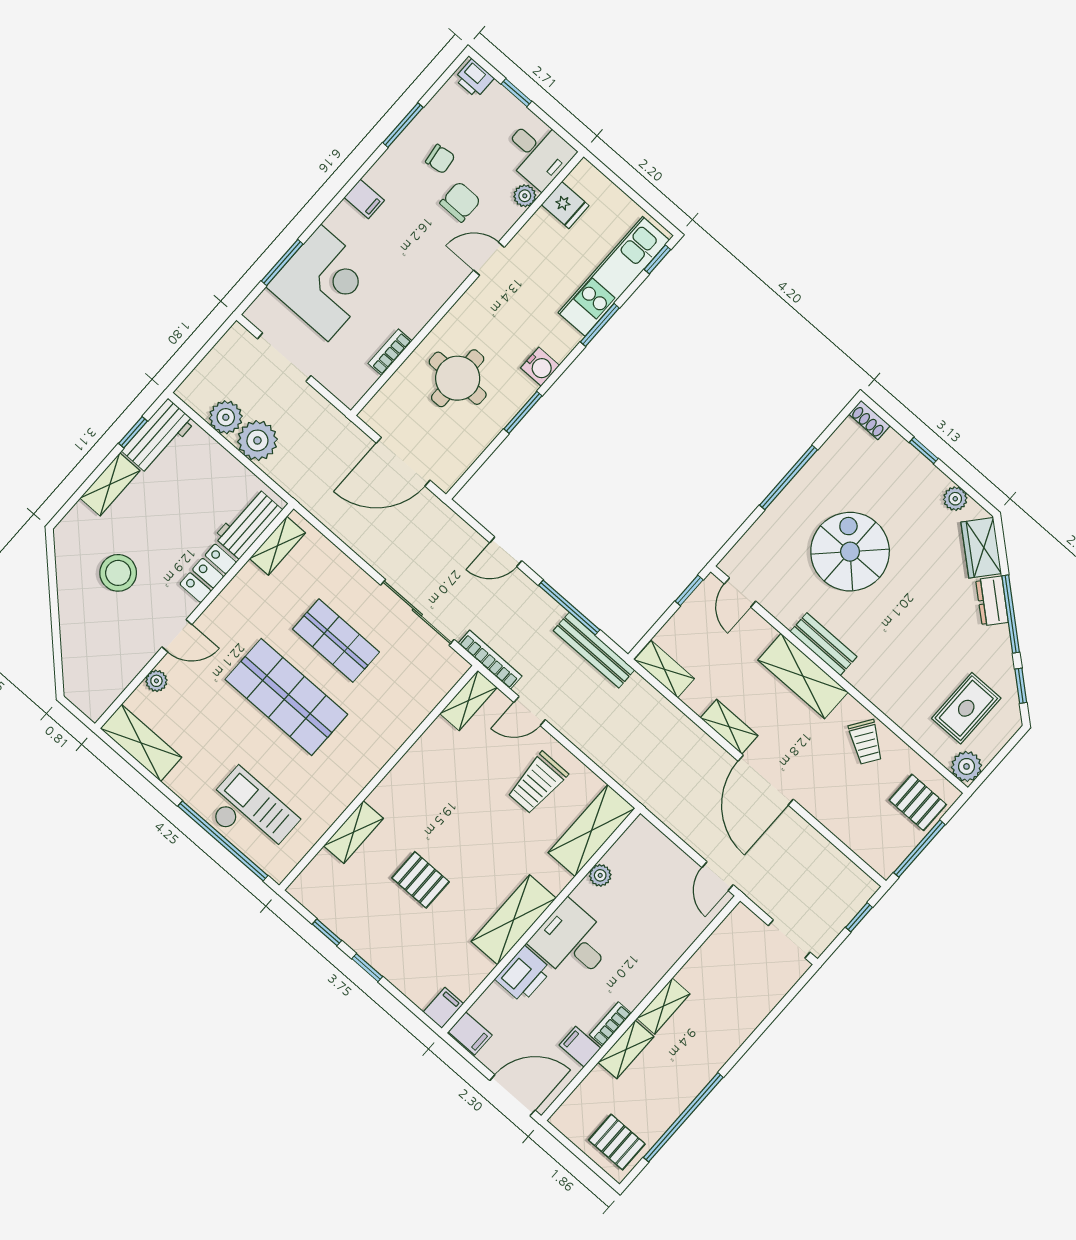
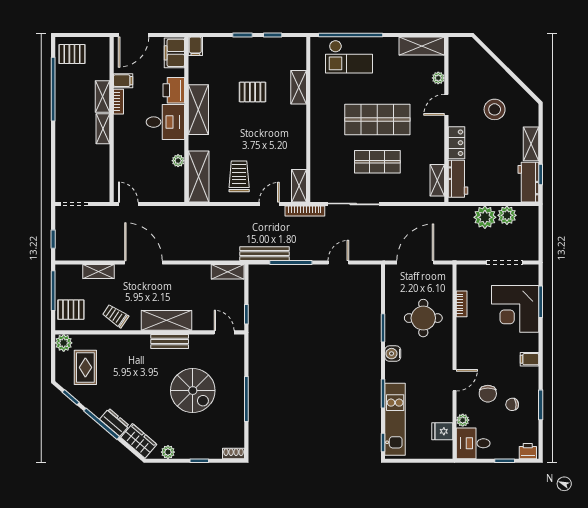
shelving: (729, 727) -> (99, 271), moved
filing cabinet: (470, 1033) -> (174, 53), width x2.00

